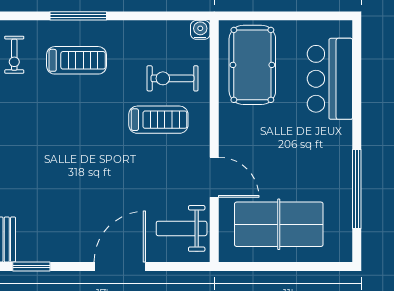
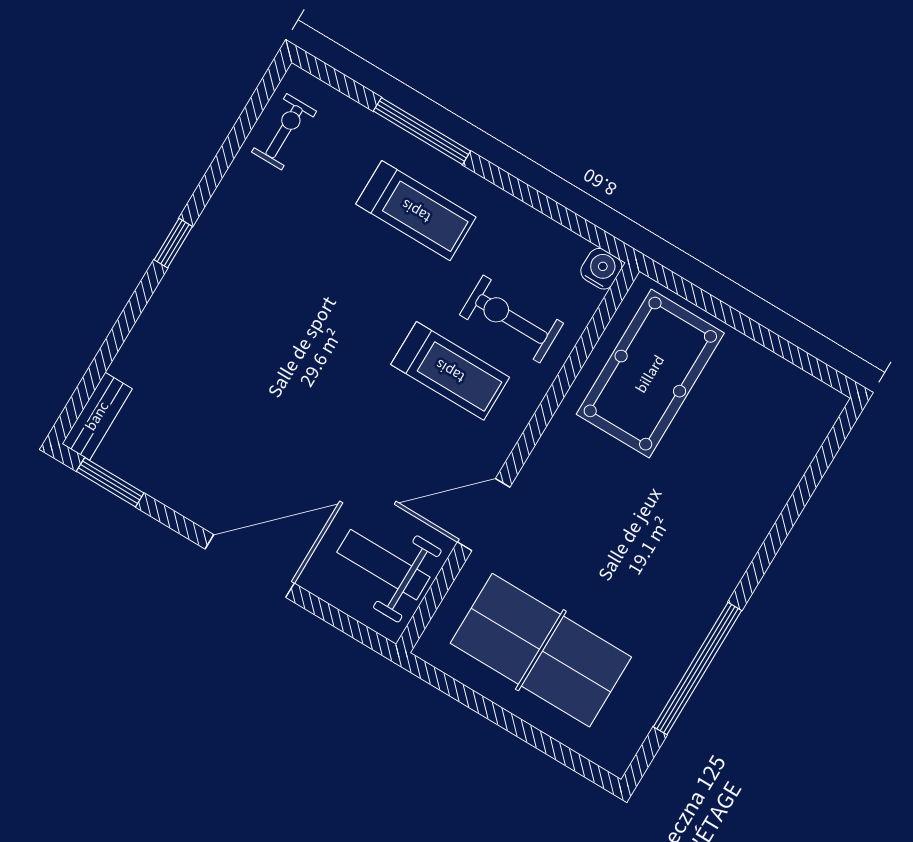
exercise bike: (14, 55) -> (284, 132), turned 180
treadmill: (77, 60) -> (416, 211), moved
bar counter: (330, 79) -> (760, 469), removed
door: (214, 177) -> (484, 515), swing flipped

